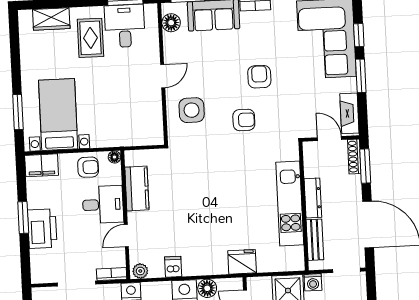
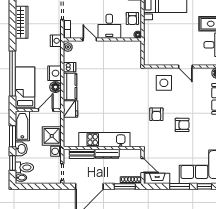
door: (329, 139) -> (143, 166), hinge flipped
kitchen counter: (137, 189) -> (70, 86), moved, turned -90

